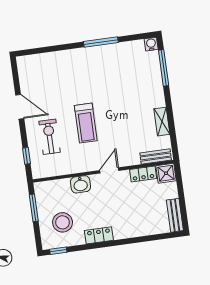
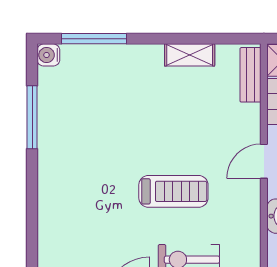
window: (101, 42) -> (32, 117), moved
door: (109, 170) -> (264, 161), hinge flipped

